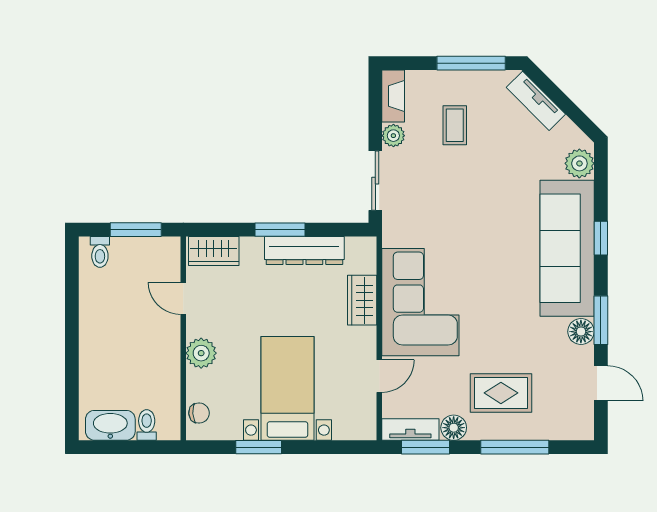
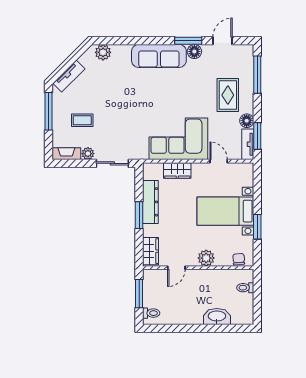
window: (601, 238) -> (144, 41), removed
sofa: (567, 248) -> (159, 56), width x0.74, depth x0.79
washbasin: (110, 425) -> (217, 316), moved, turned 90
window: (515, 447) -> (257, 75), moved

